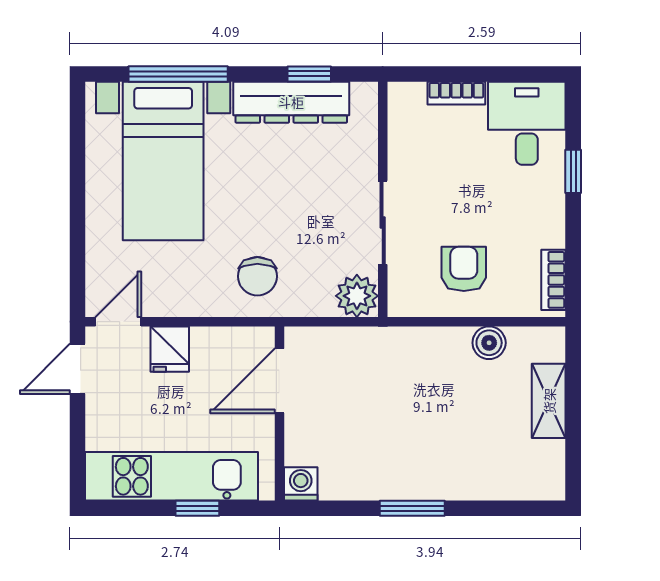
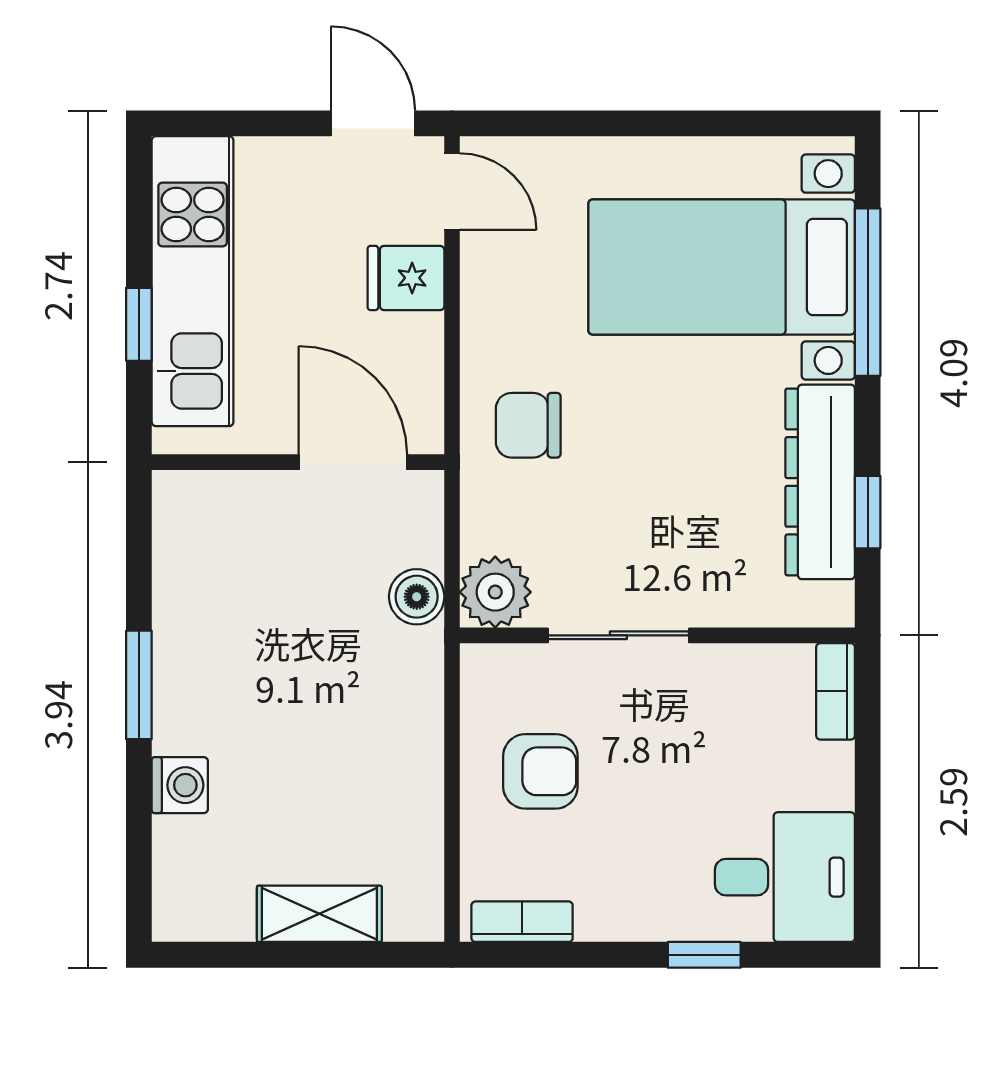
bookcase: (456, 93) -> (836, 691), moved
boiler: (489, 343) -> (417, 597), moved
washing machine: (301, 484) -> (180, 785), moved

